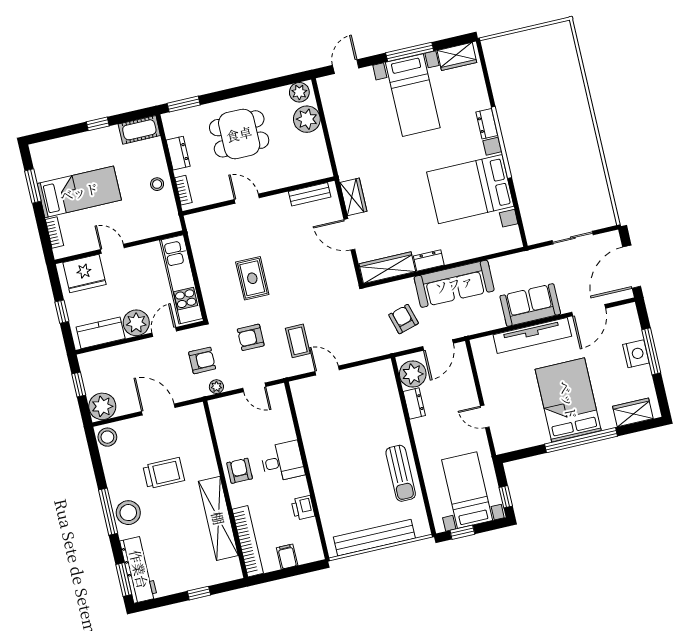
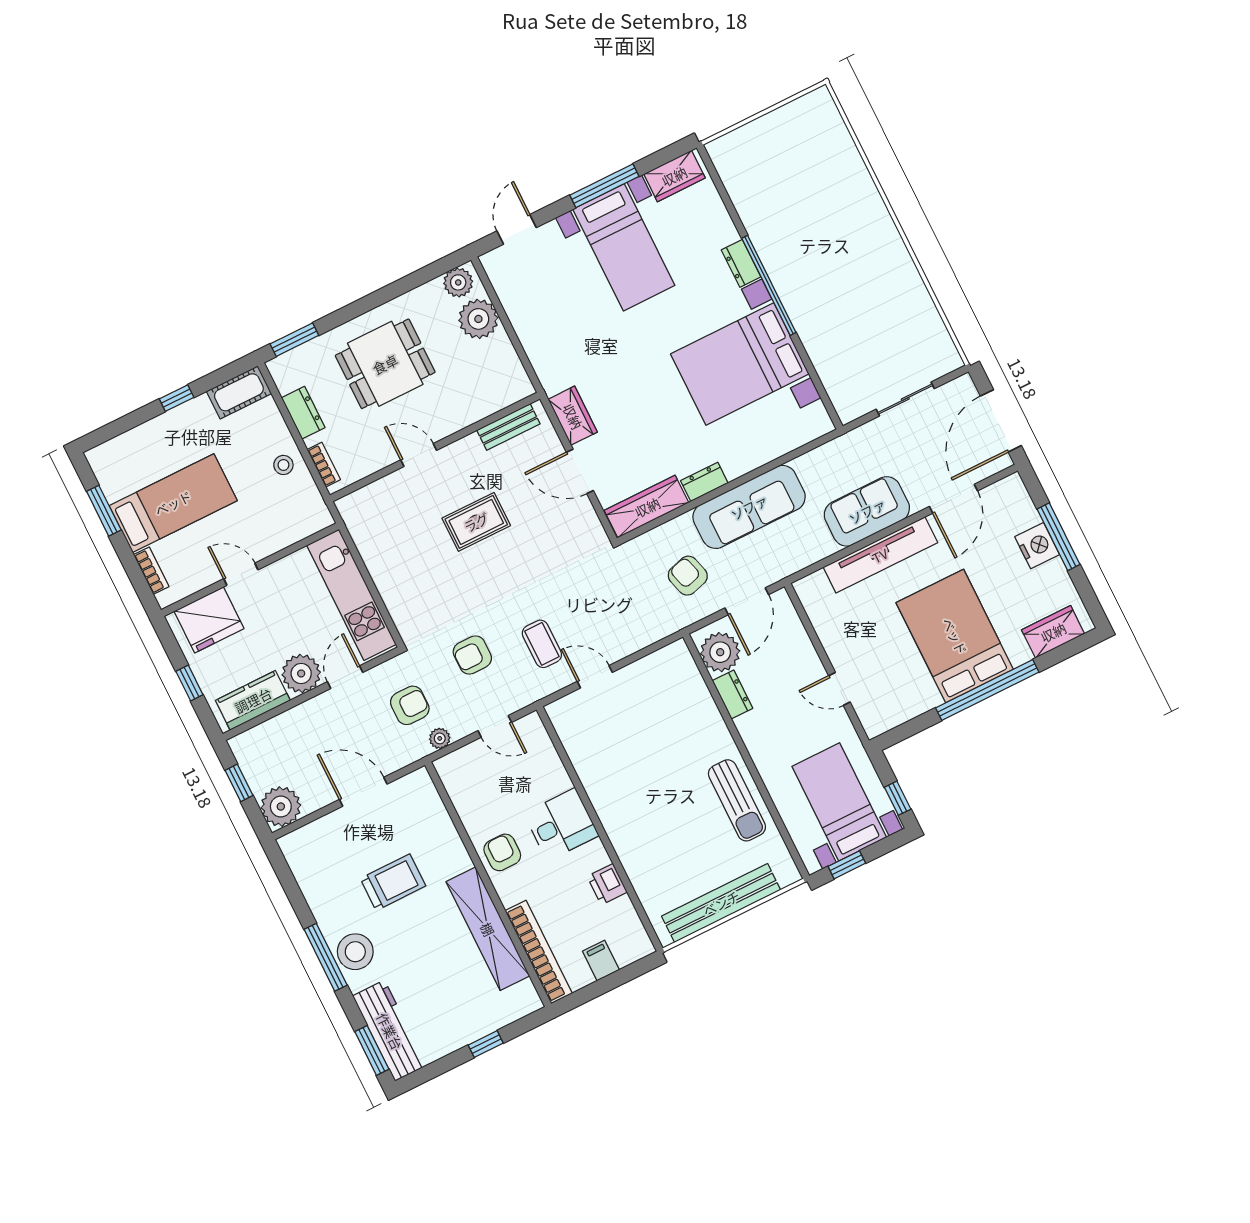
rug: (252, 278) -> (476, 522), moved, turned 90
stool: (107, 437) -> (299, 849), removed

